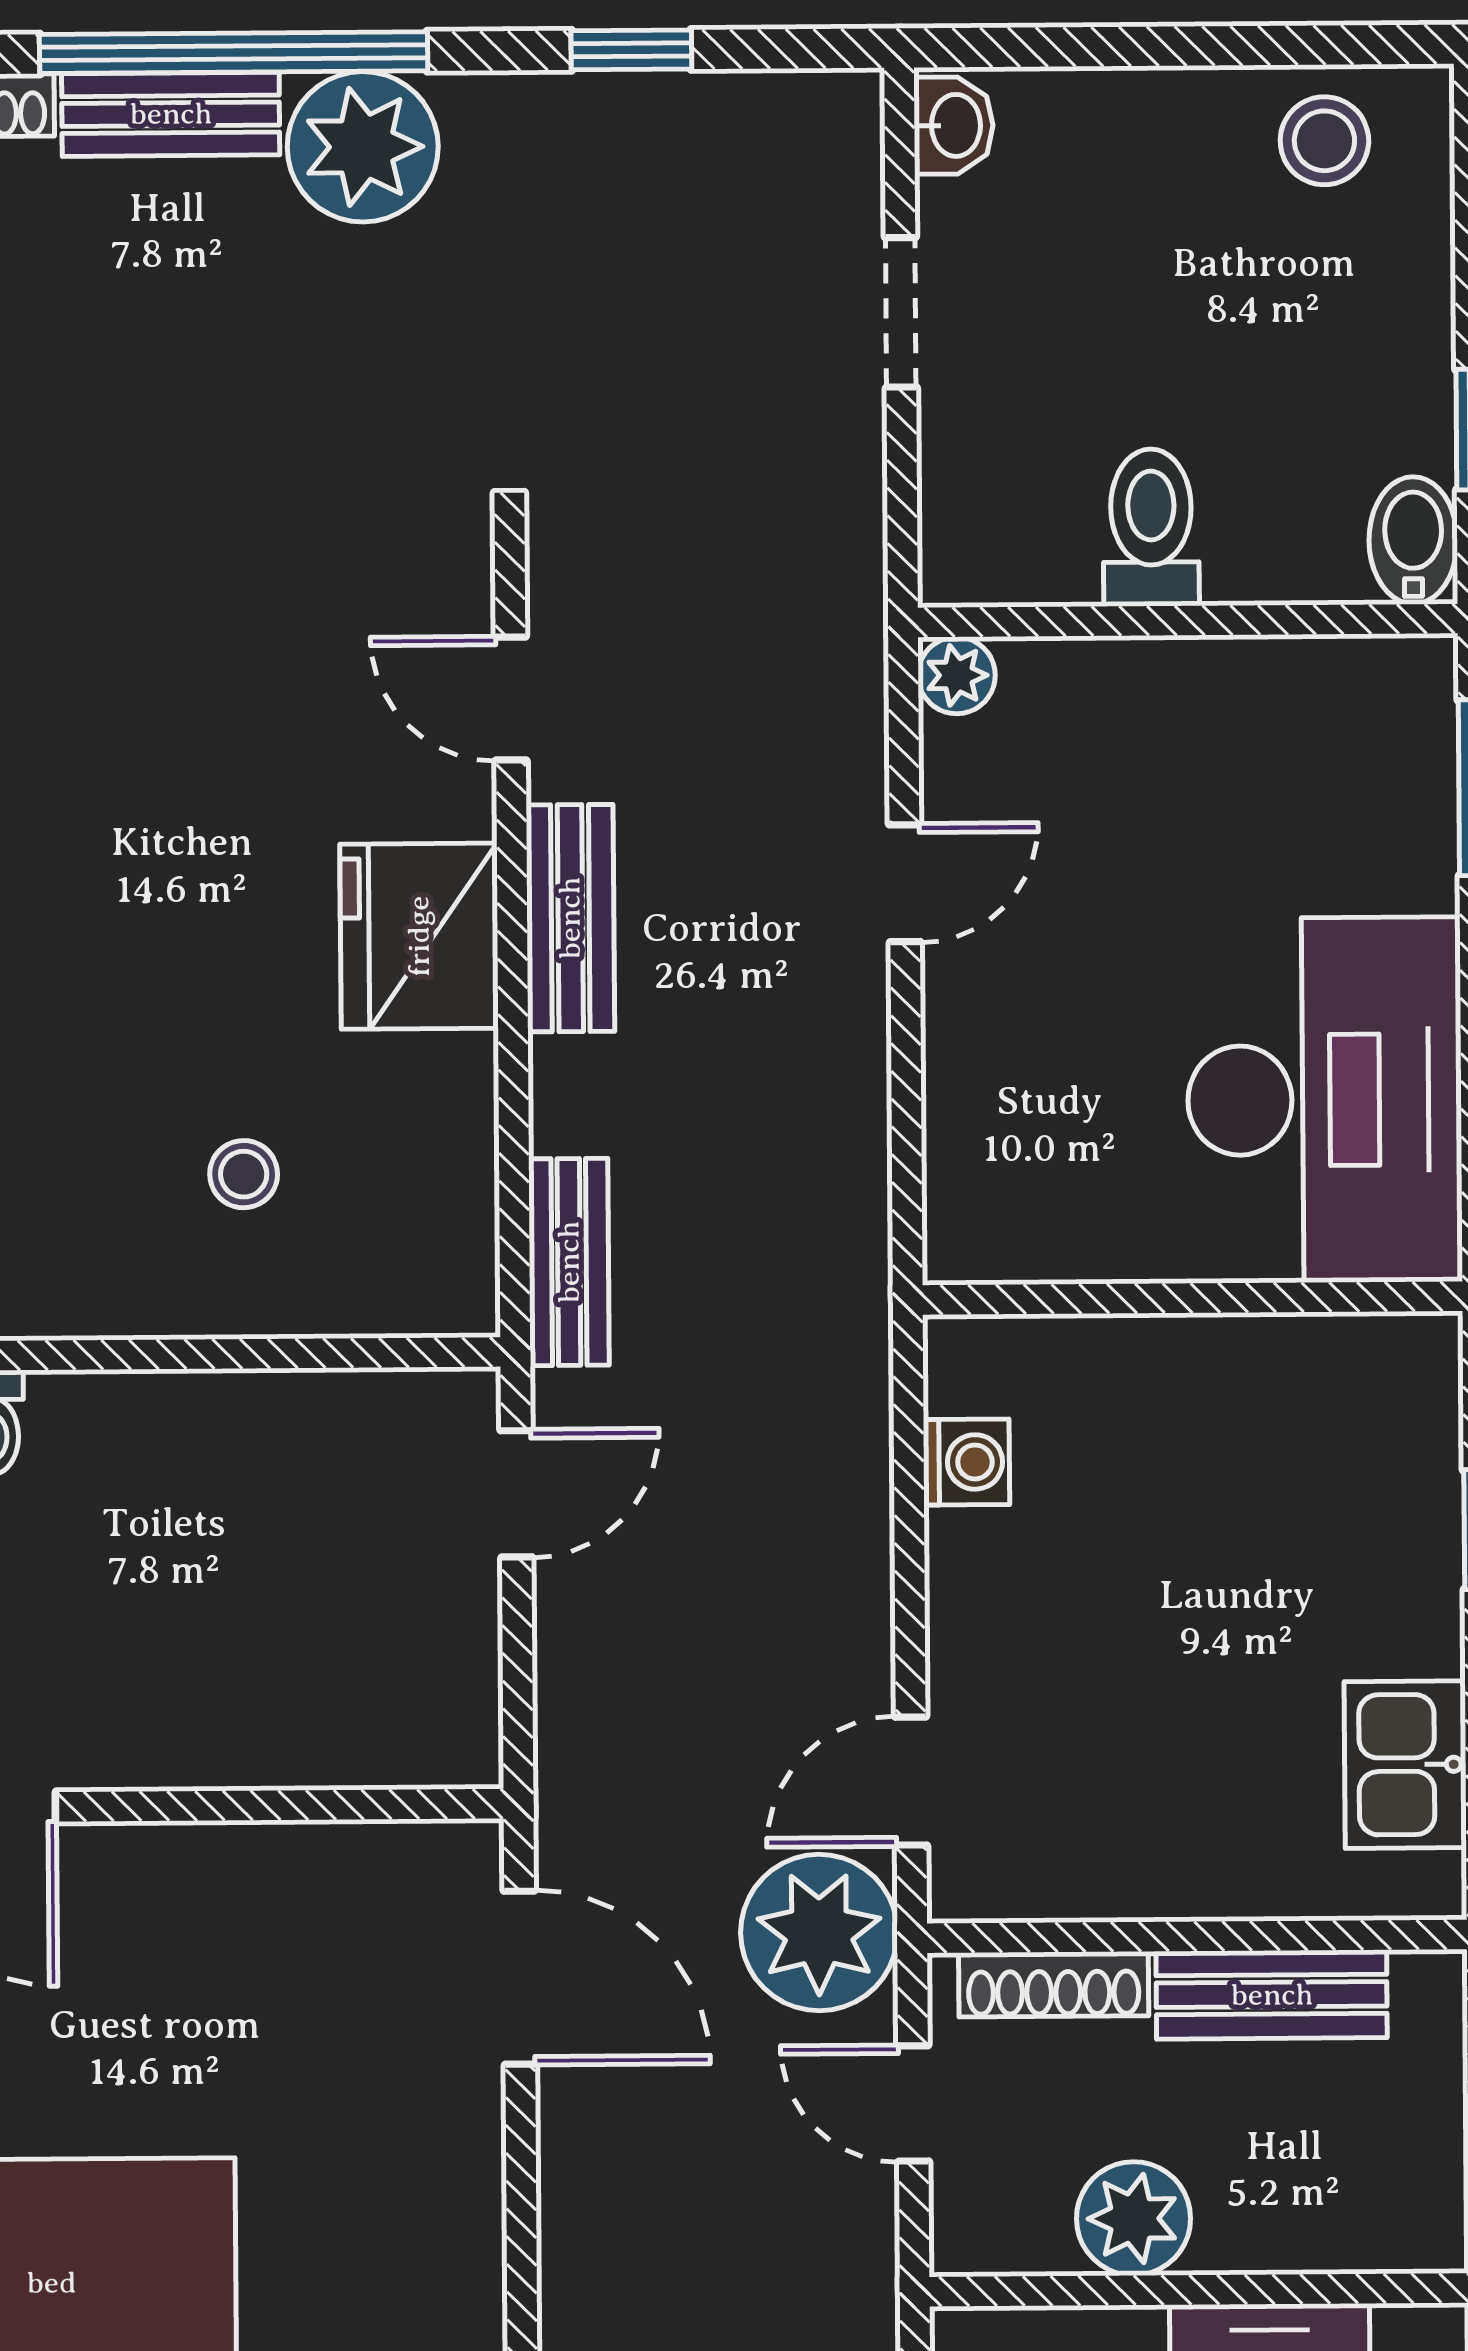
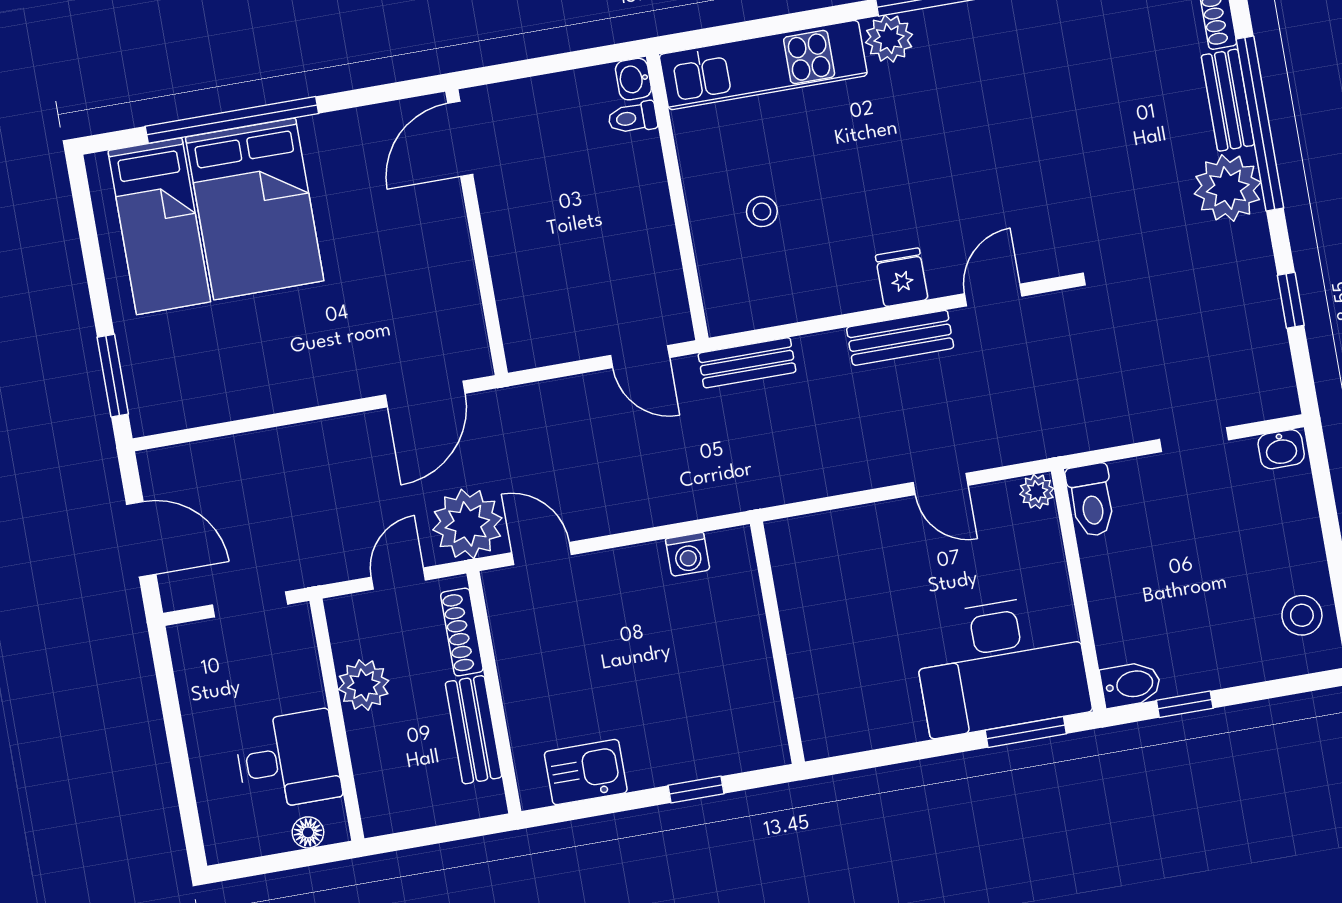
toilet: (1151, 527) -> (1091, 500), moved, turned 90
fridge: (419, 936) -> (902, 277), width x0.53, depth x0.75
desk: (1325, 1100) -> (1001, 665), moved

